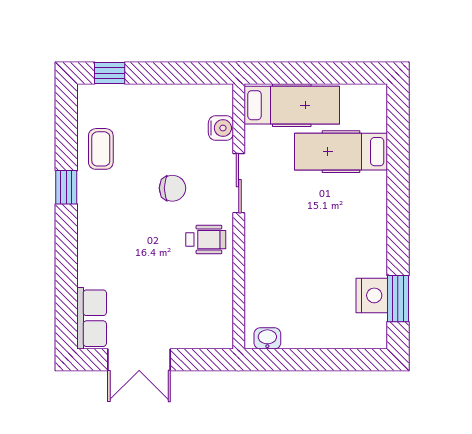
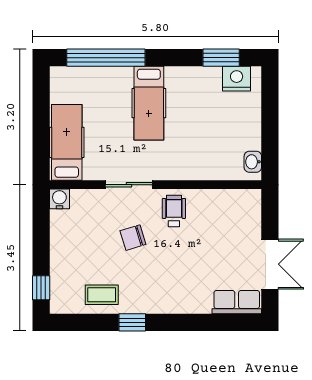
water cooler: (221, 128) -> (59, 199), moved
hospital bed: (341, 152) -> (149, 103), moved
window: (398, 154) -> (106, 58), added
chair: (172, 188) -> (133, 238), turned -107
nightstand: (372, 295) -> (237, 79), moved

